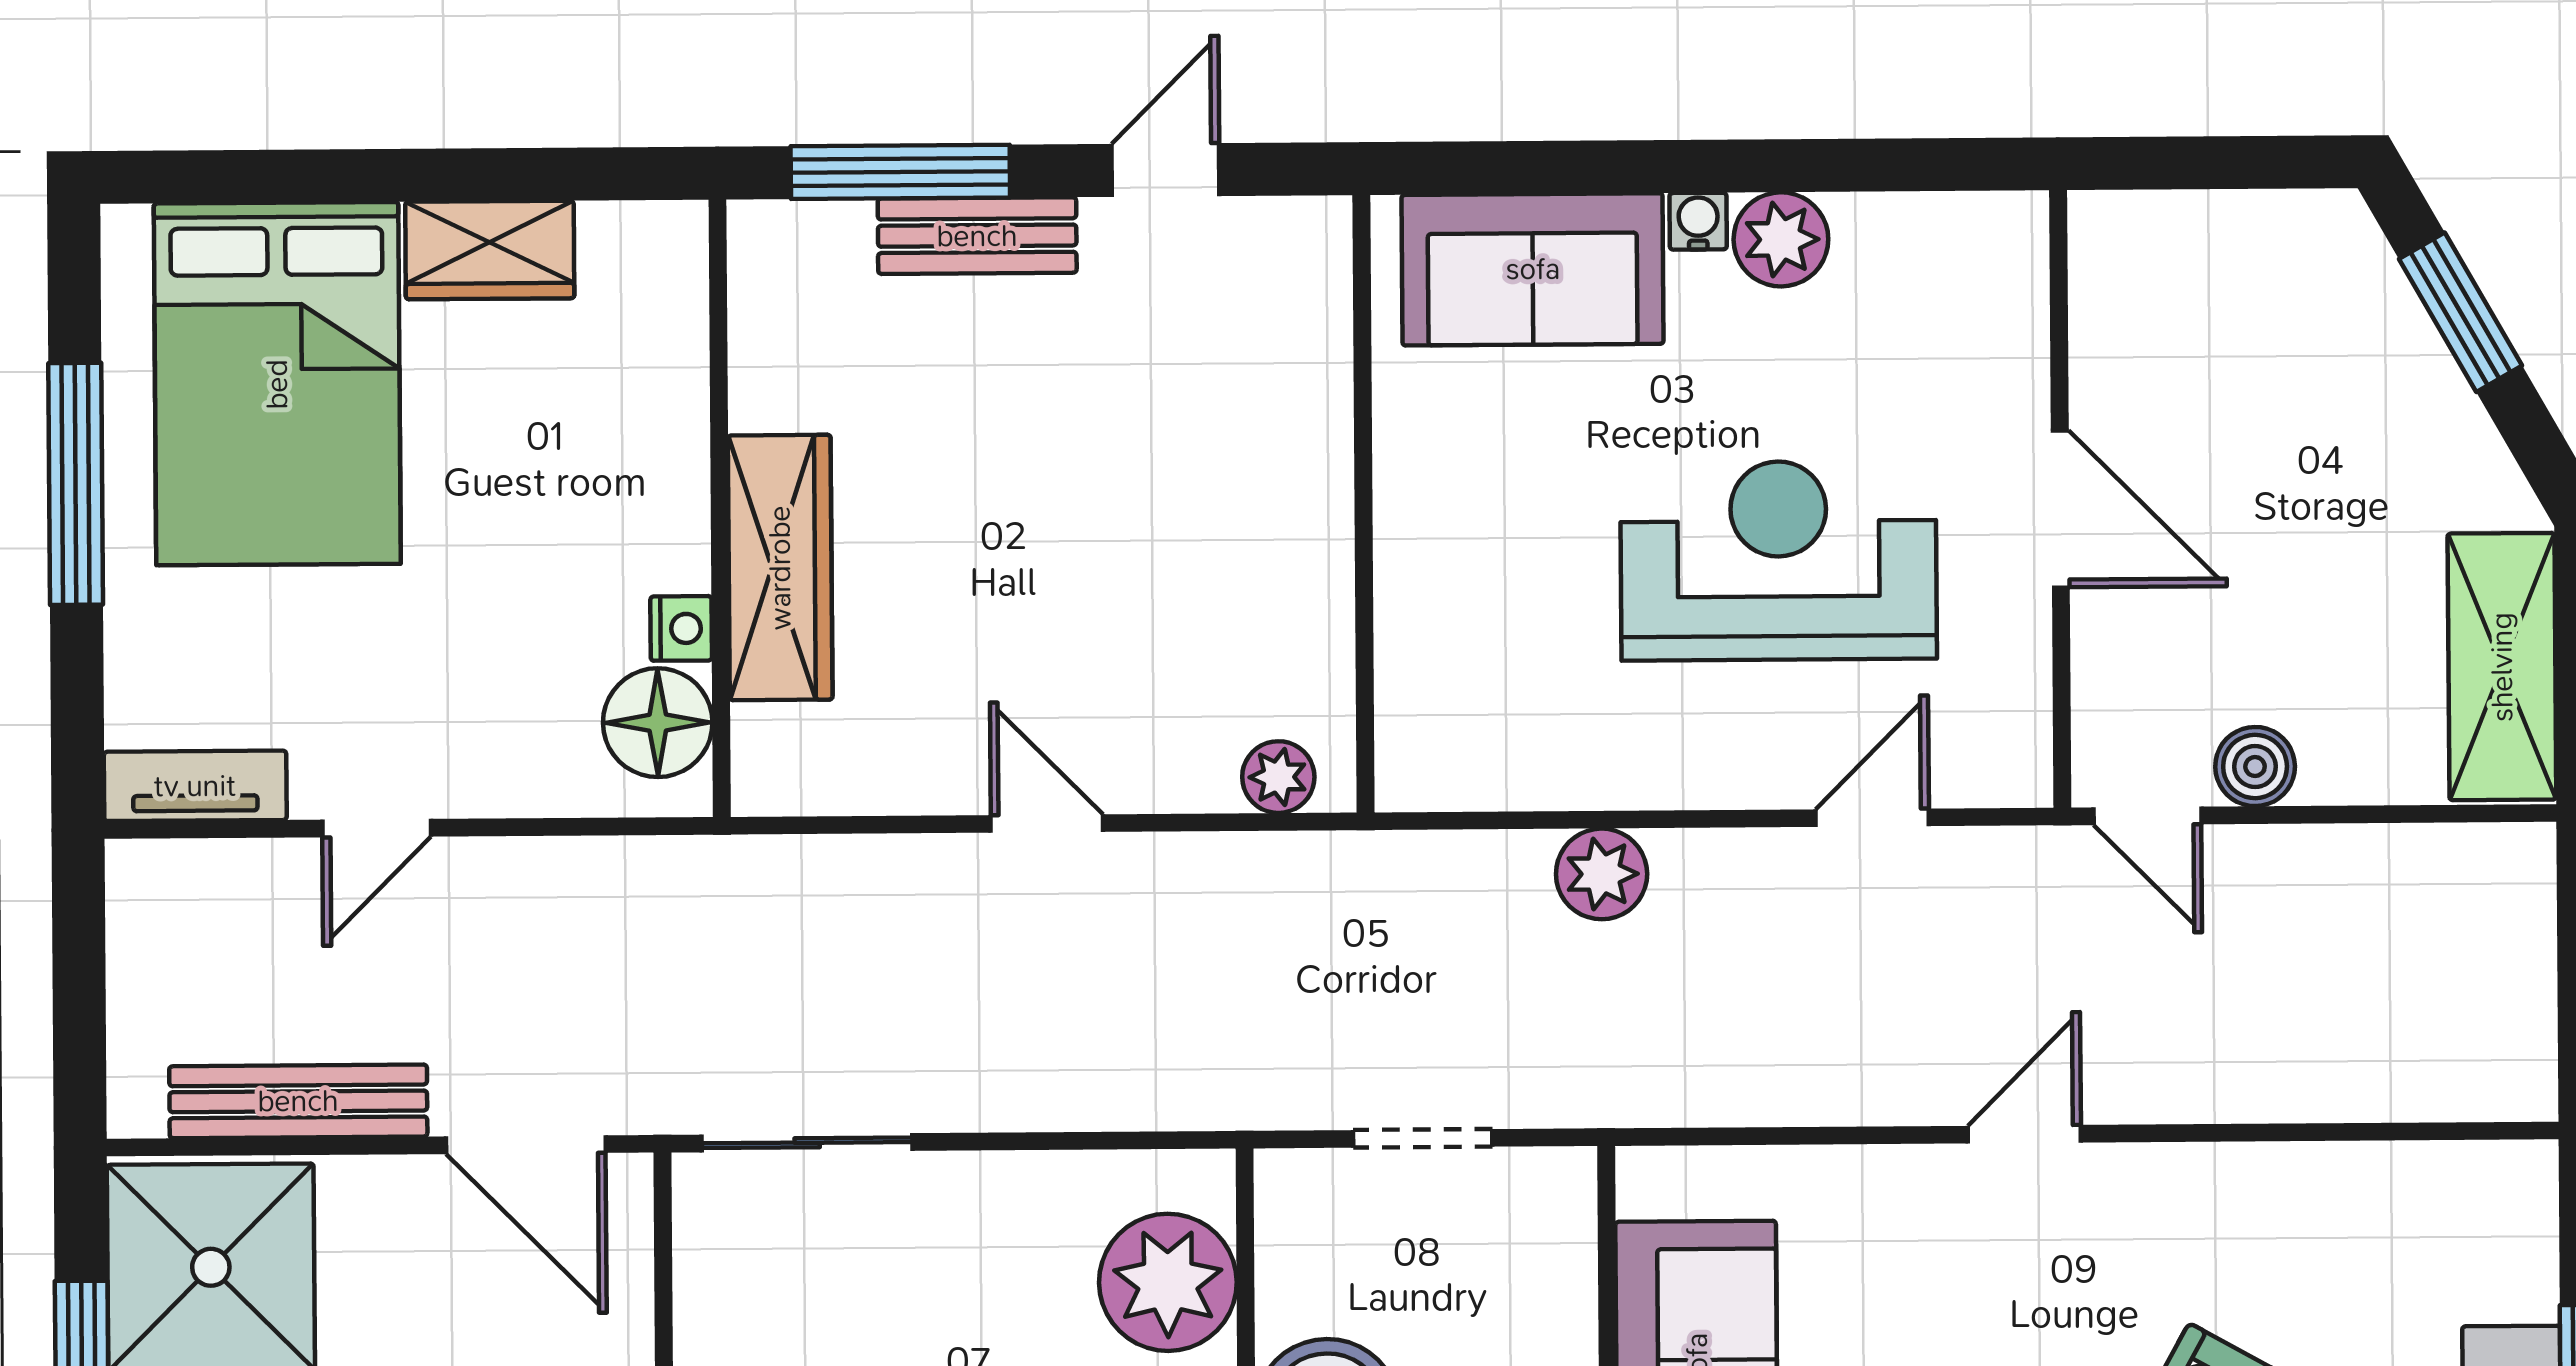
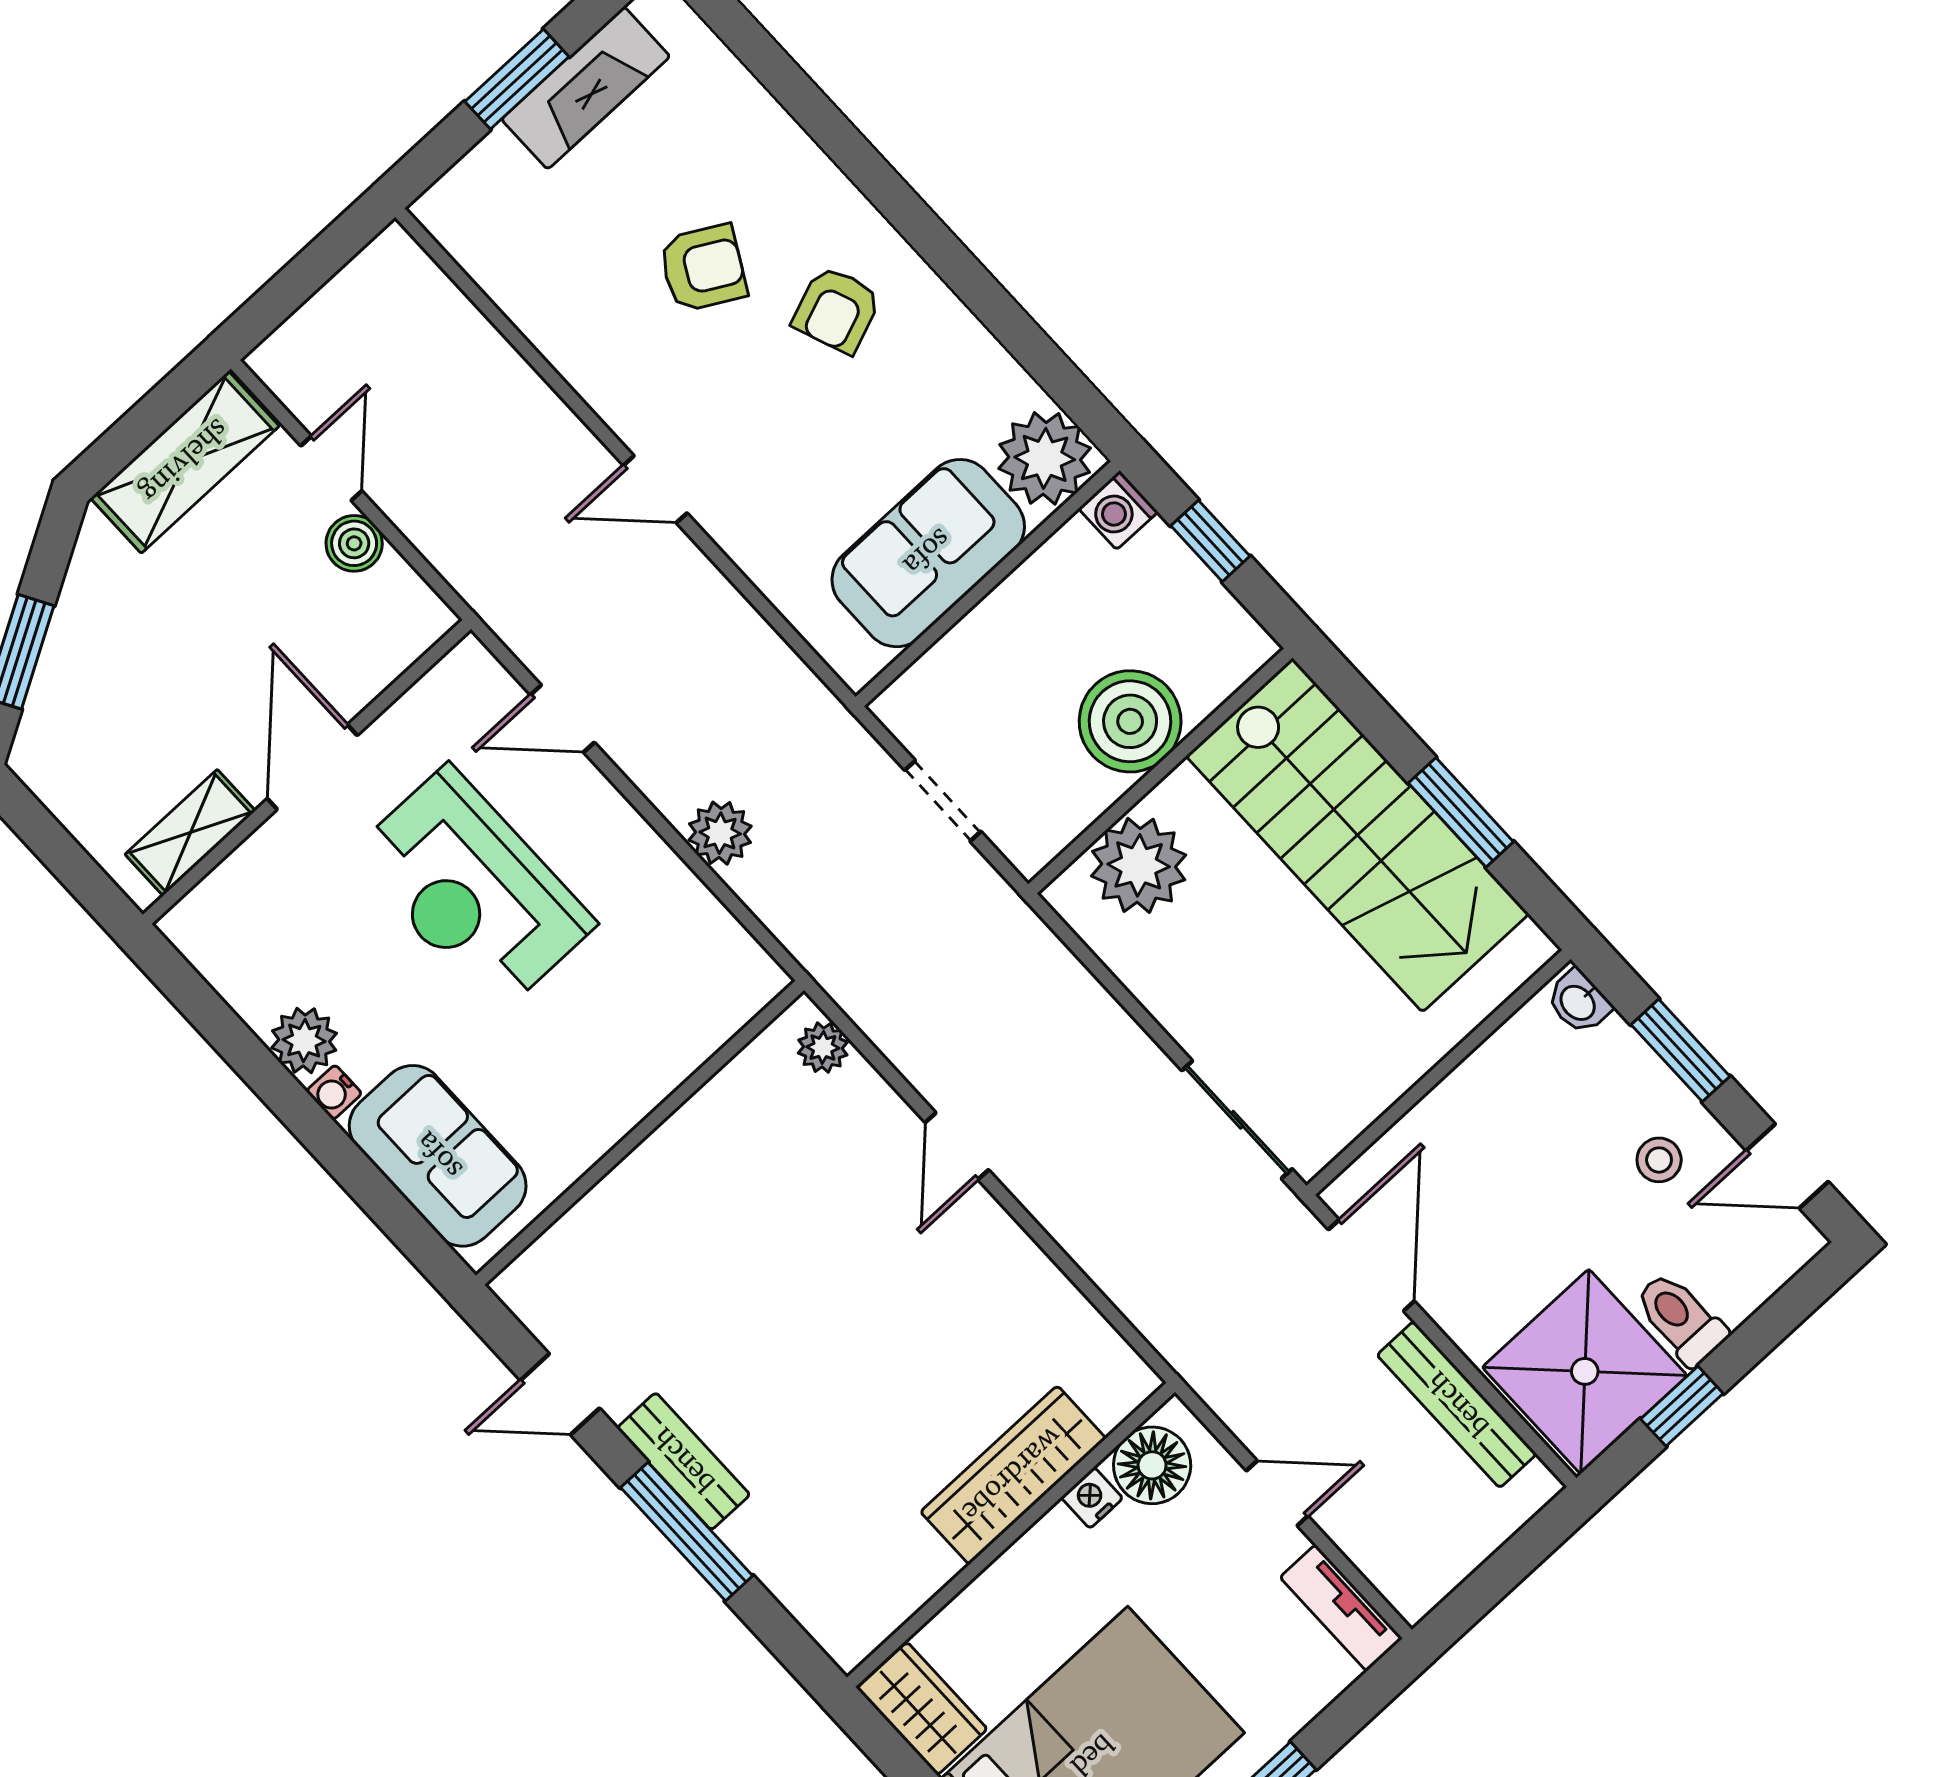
shelving: (2108, 318) -> (190, 833), added
wall: (720, 508) -> (1011, 1535), moved
wardrobe: (780, 568) -> (1013, 1475), moved
nightstand: (681, 628) -> (1092, 1498), moved
floor lamp: (658, 723) -> (1152, 1465), moved
door: (2147, 816) -> (331, 468), moved

